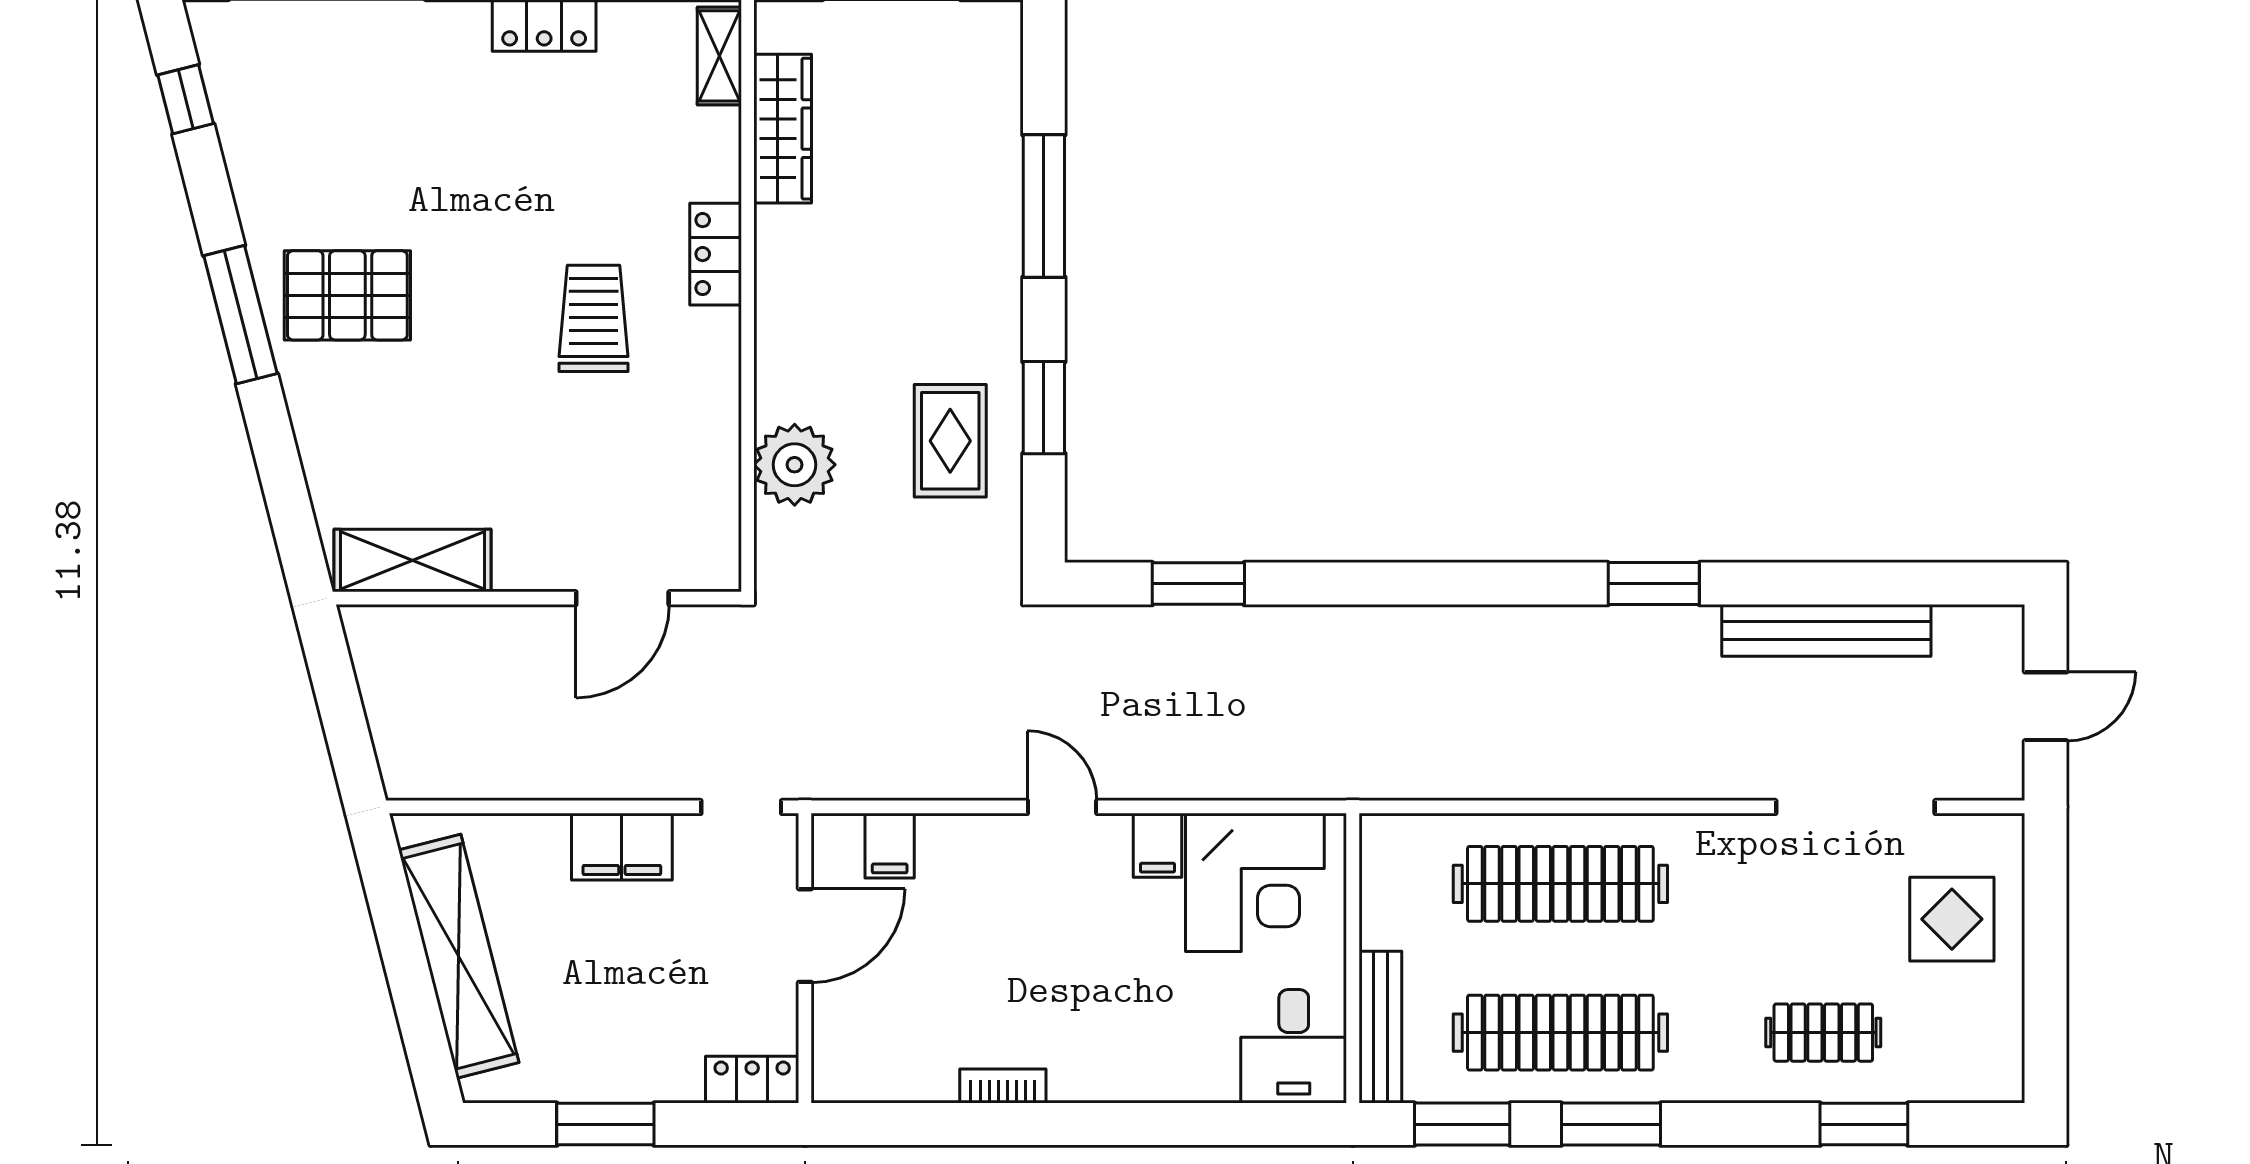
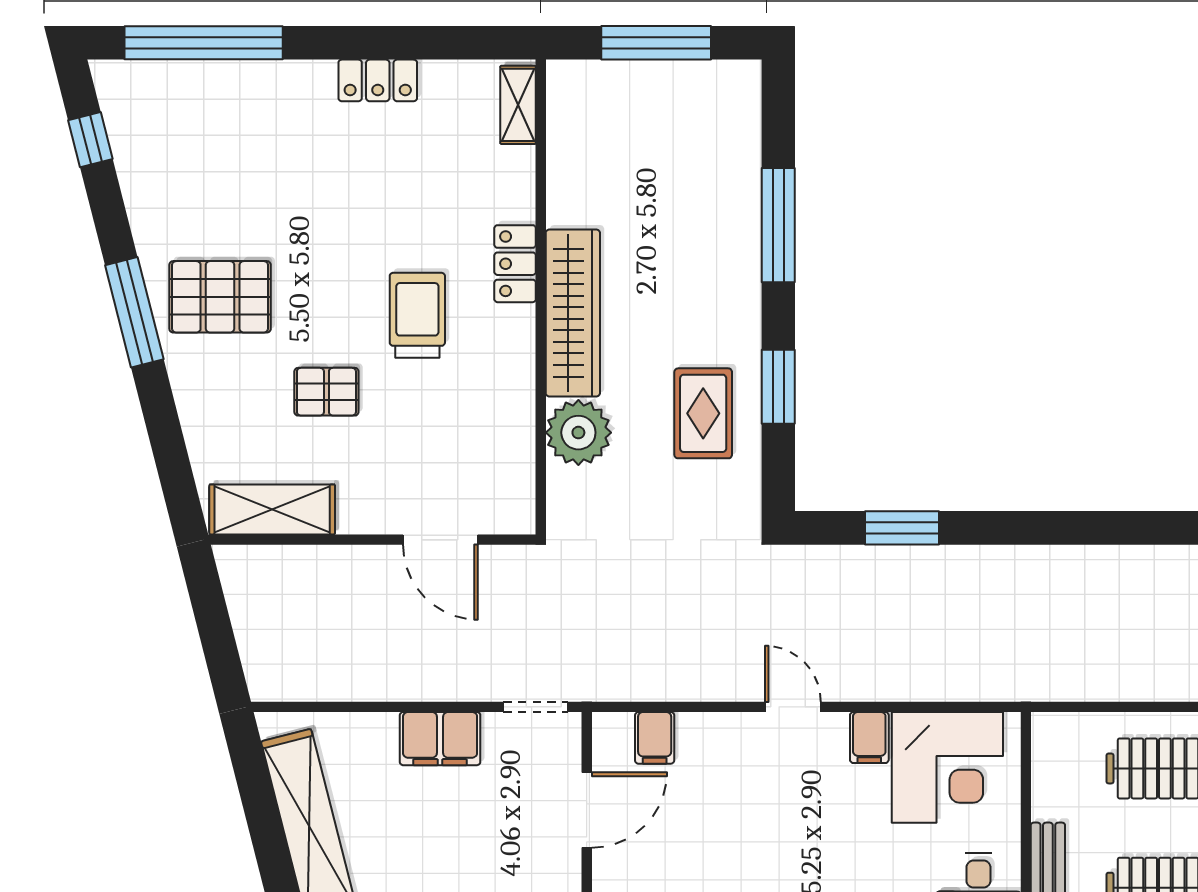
wardrobe: (783, 129) -> (573, 313), moved, width x1.40, depth x1.17
pallet: (480, 414) -> (326, 392), added
door: (622, 598) -> (440, 540), hinge flipped

